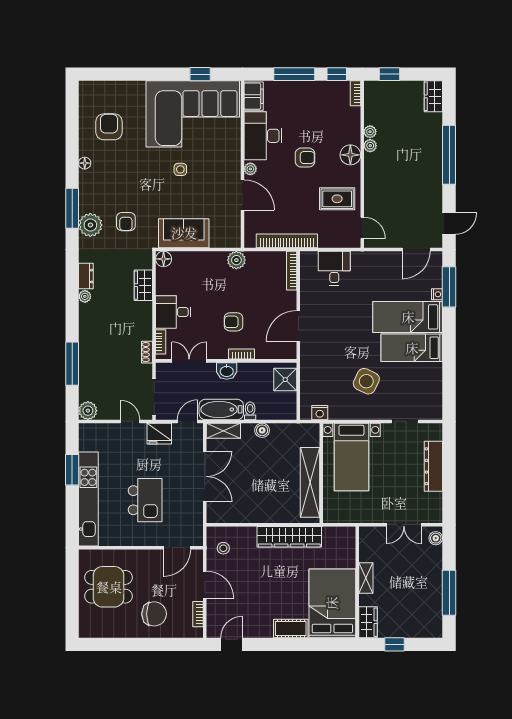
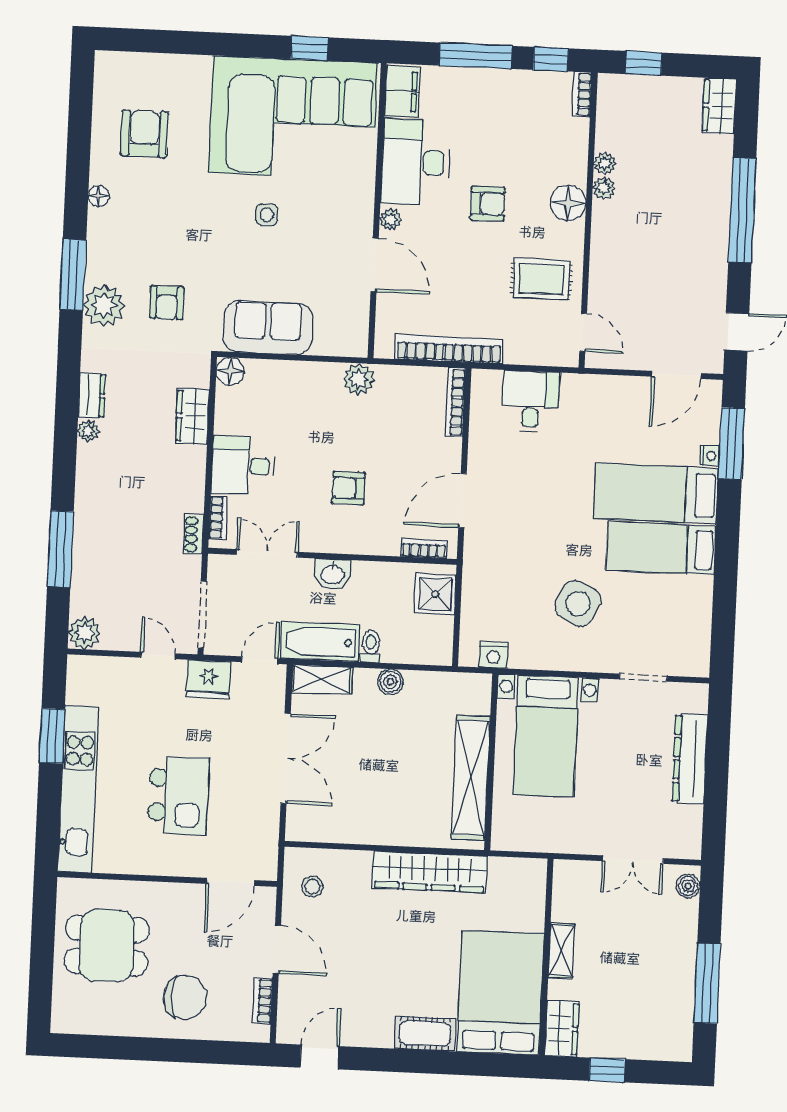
bookcase: (242, 354) -> (424, 548), moved

